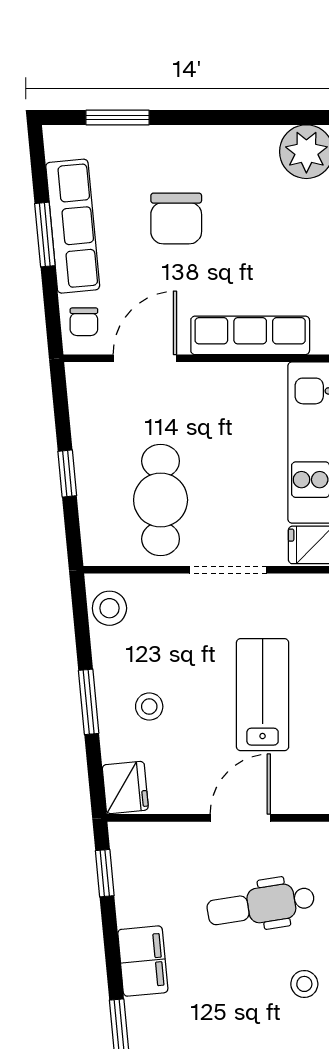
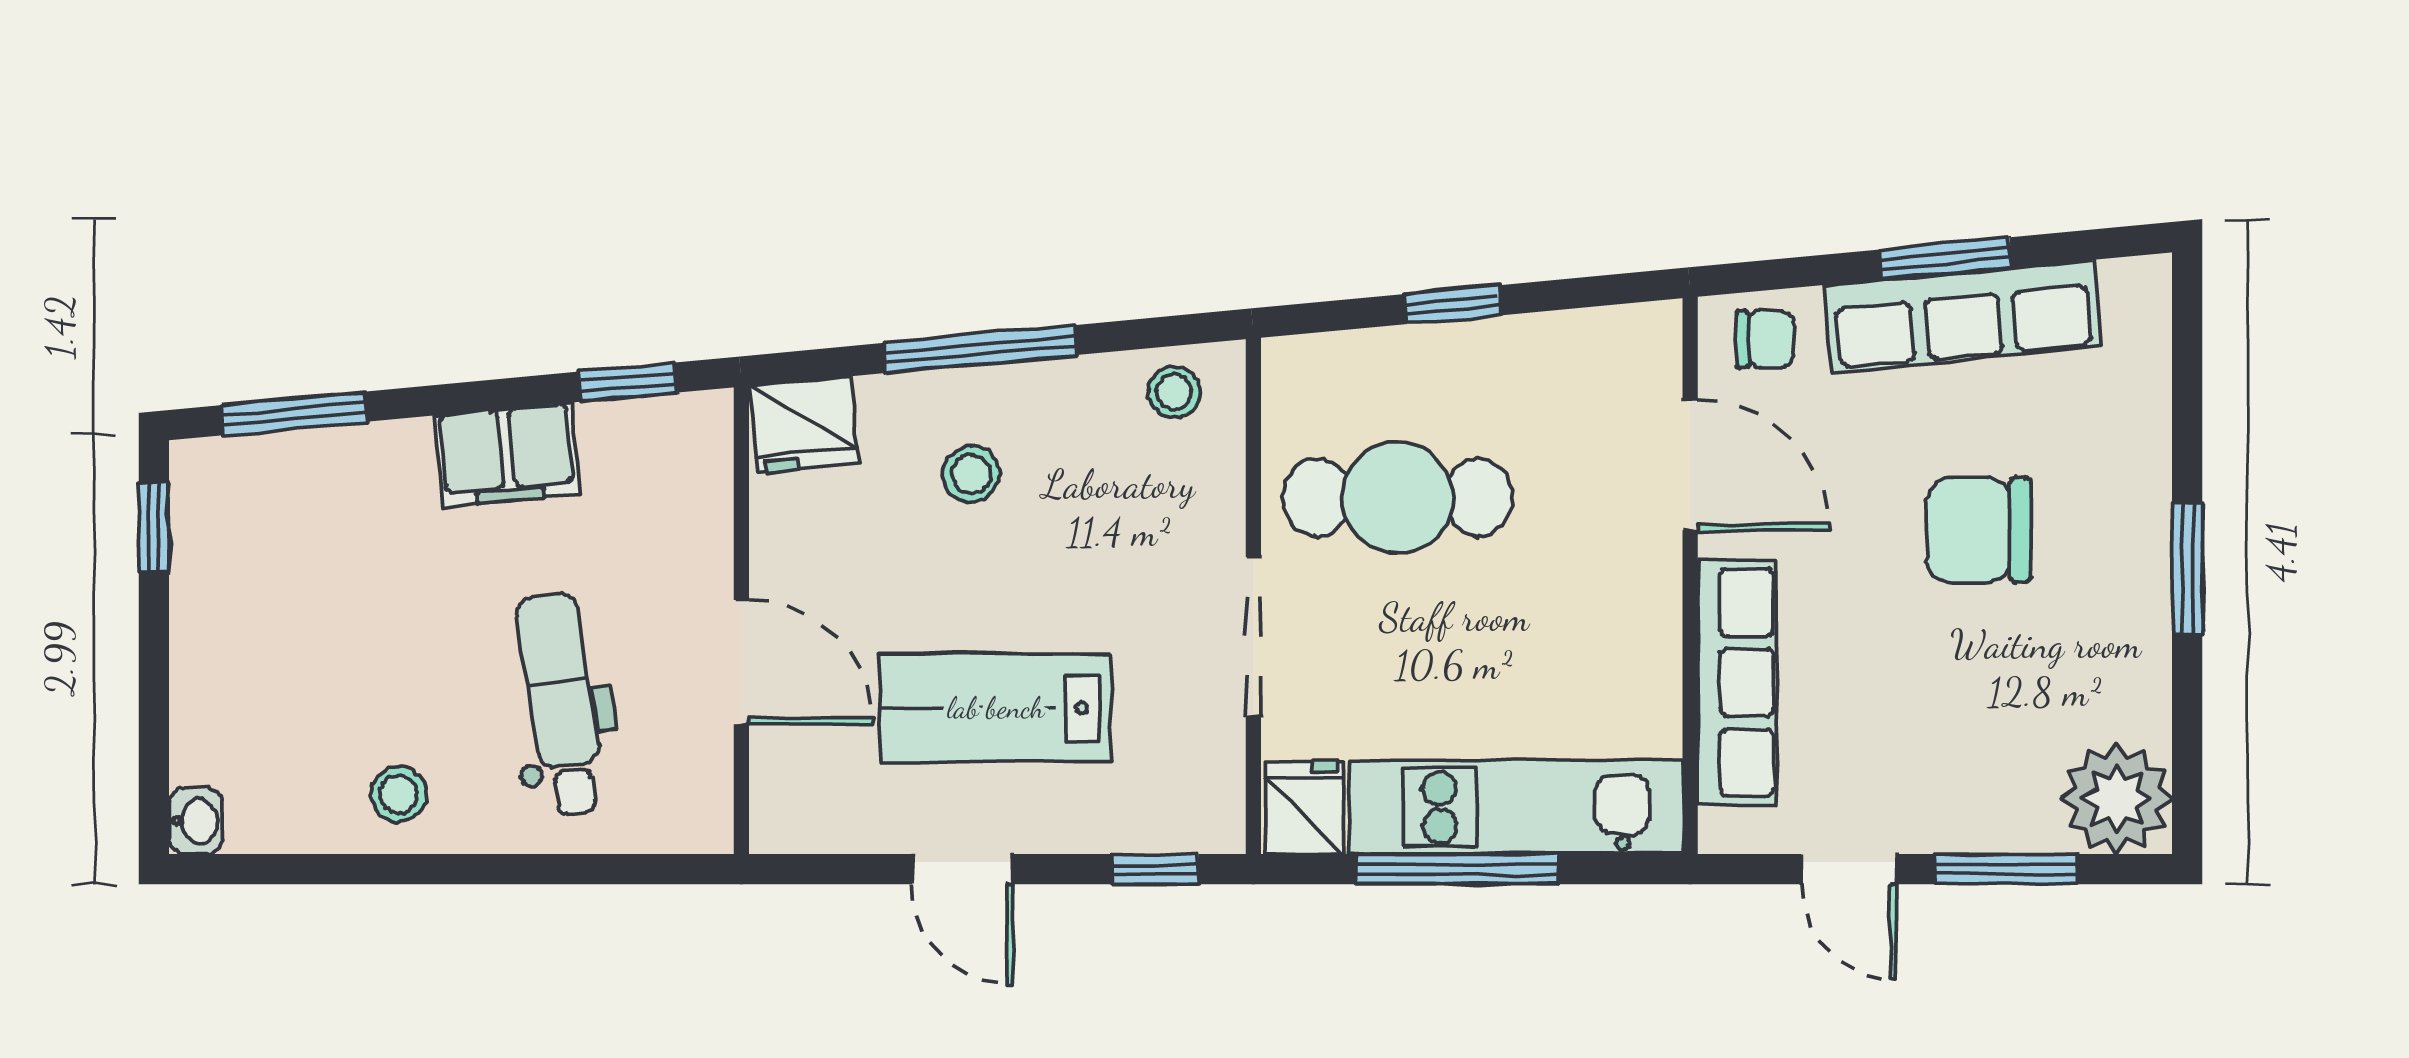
window: (118, 117) -> (2187, 569), moved
chair: (84, 322) -> (1765, 339), turned 180
stool: (109, 608) -> (1174, 392), width x0.73, depth x0.73
lab bench: (263, 695) -> (996, 708), turned 180
window: (89, 702) -> (981, 349), width x1.44
filing cabinet: (143, 961) -> (507, 455), moved

